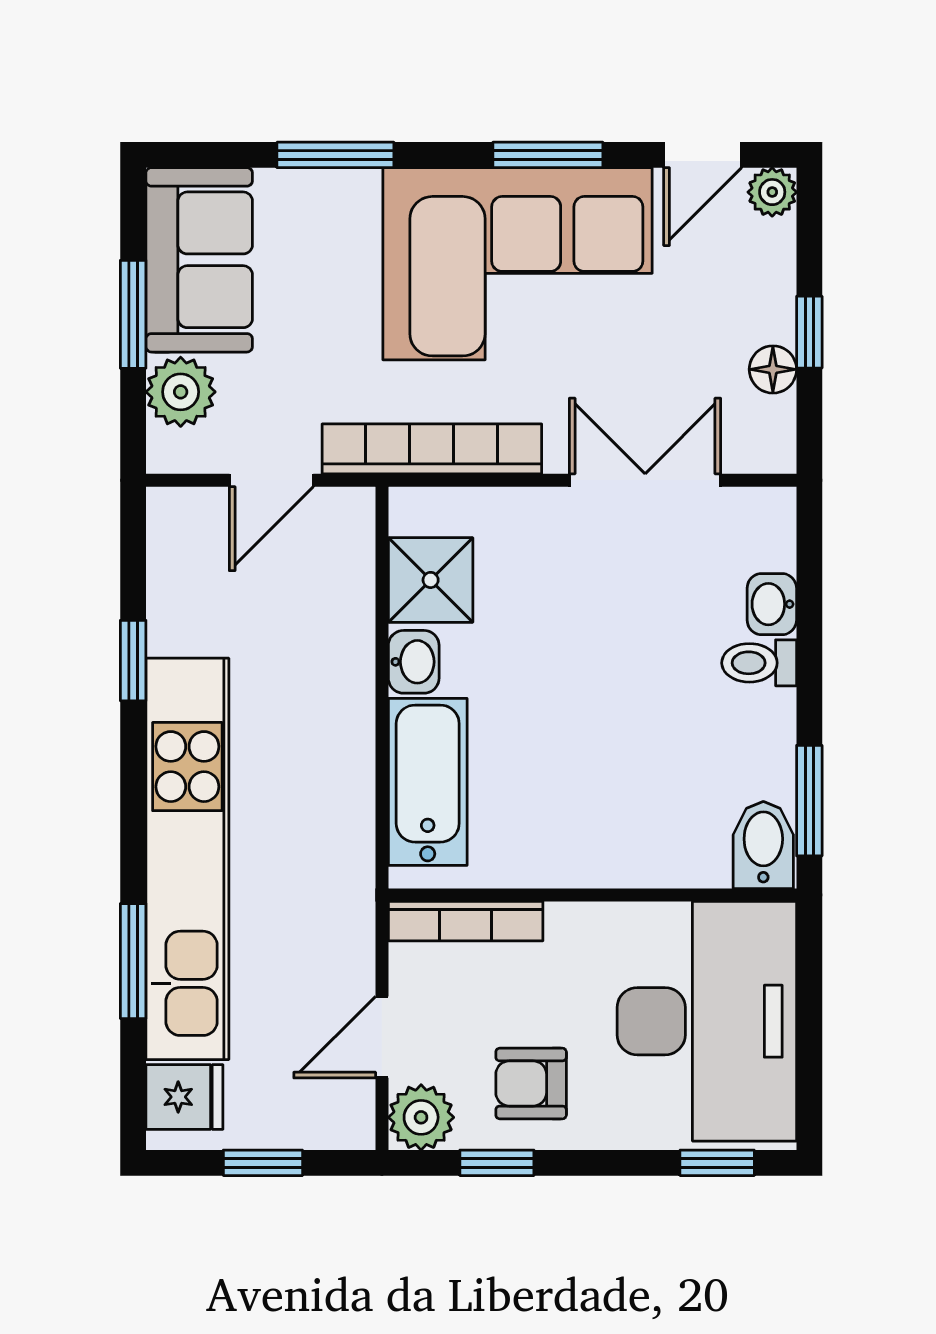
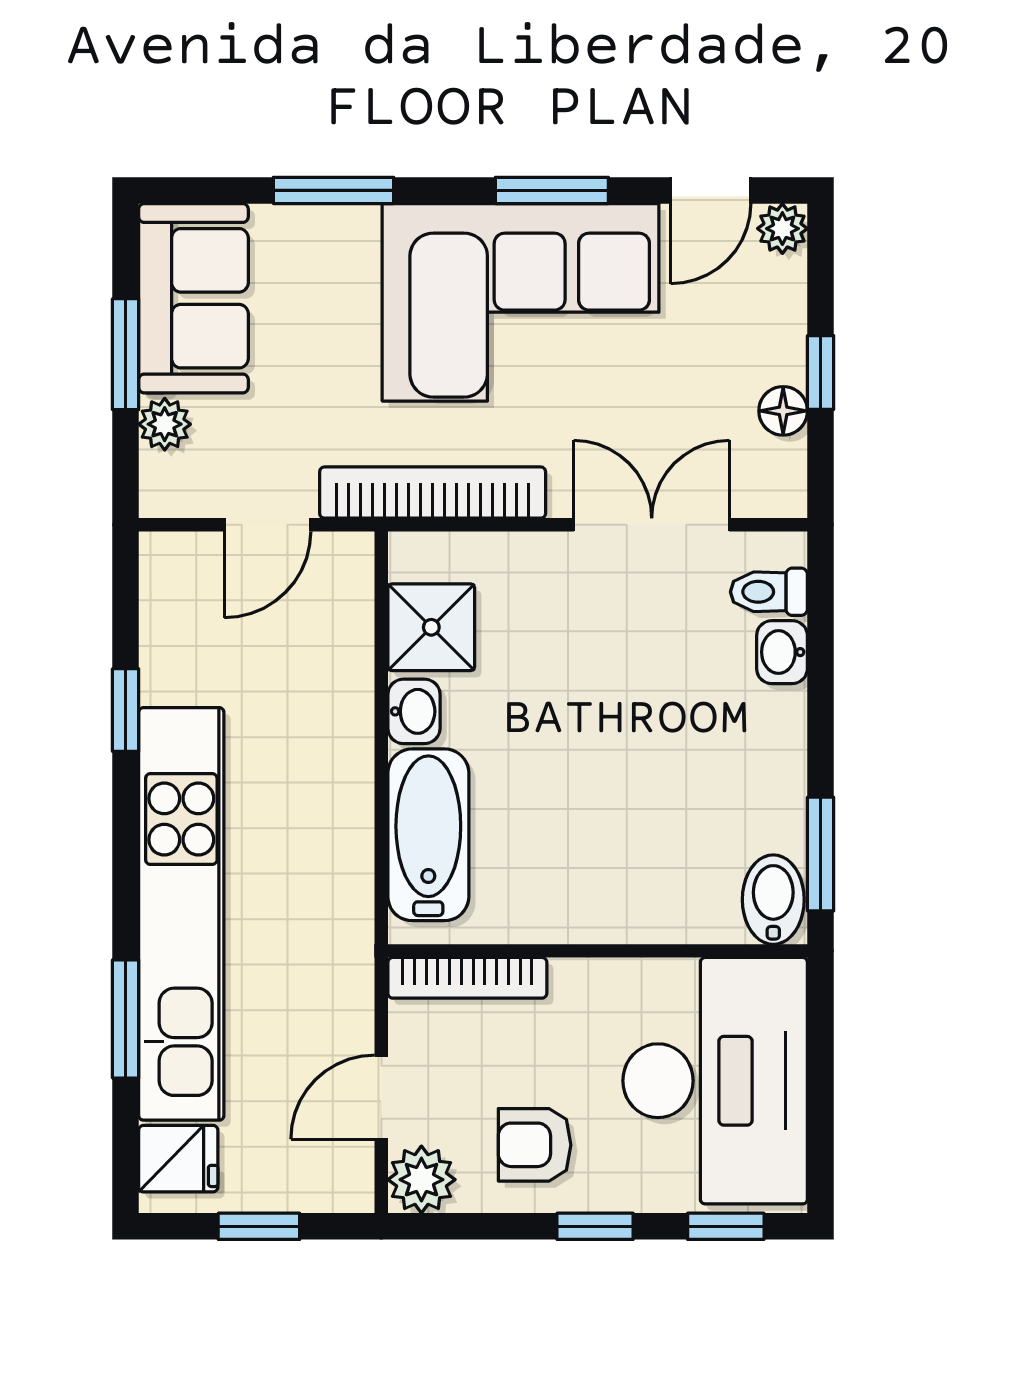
plant: (181, 392) -> (165, 424), width x0.73, depth x0.73
toilet: (759, 663) -> (769, 592), moved
window: (497, 1163) -> (595, 1226), moved

